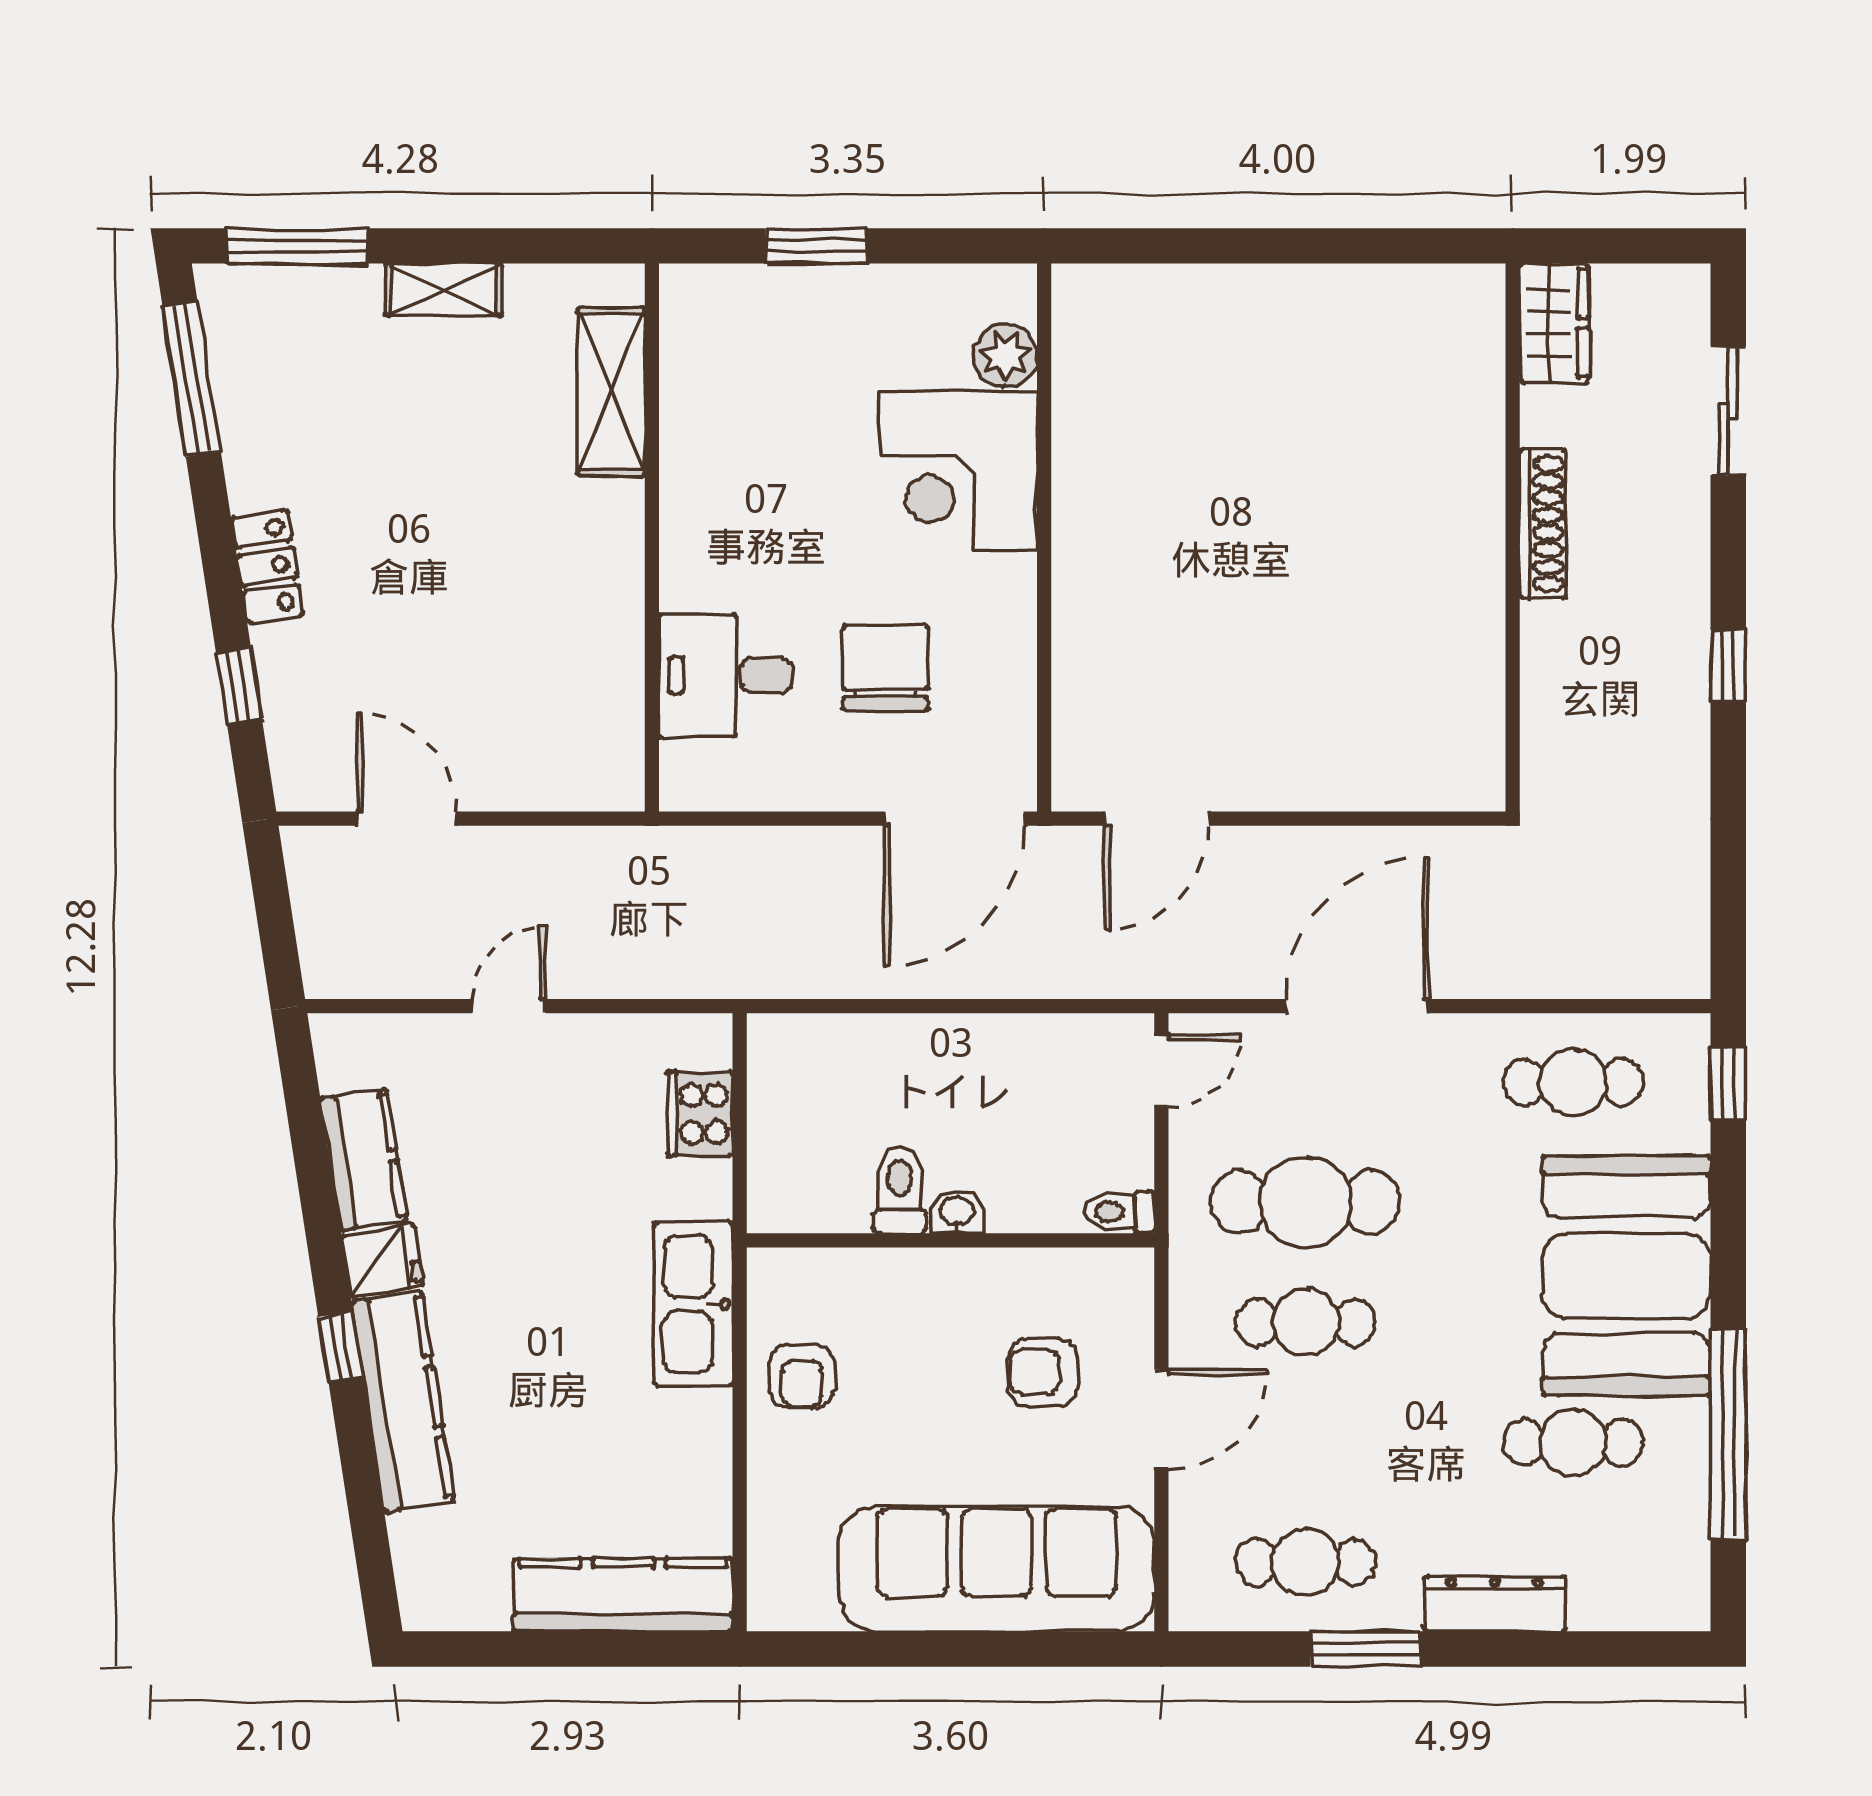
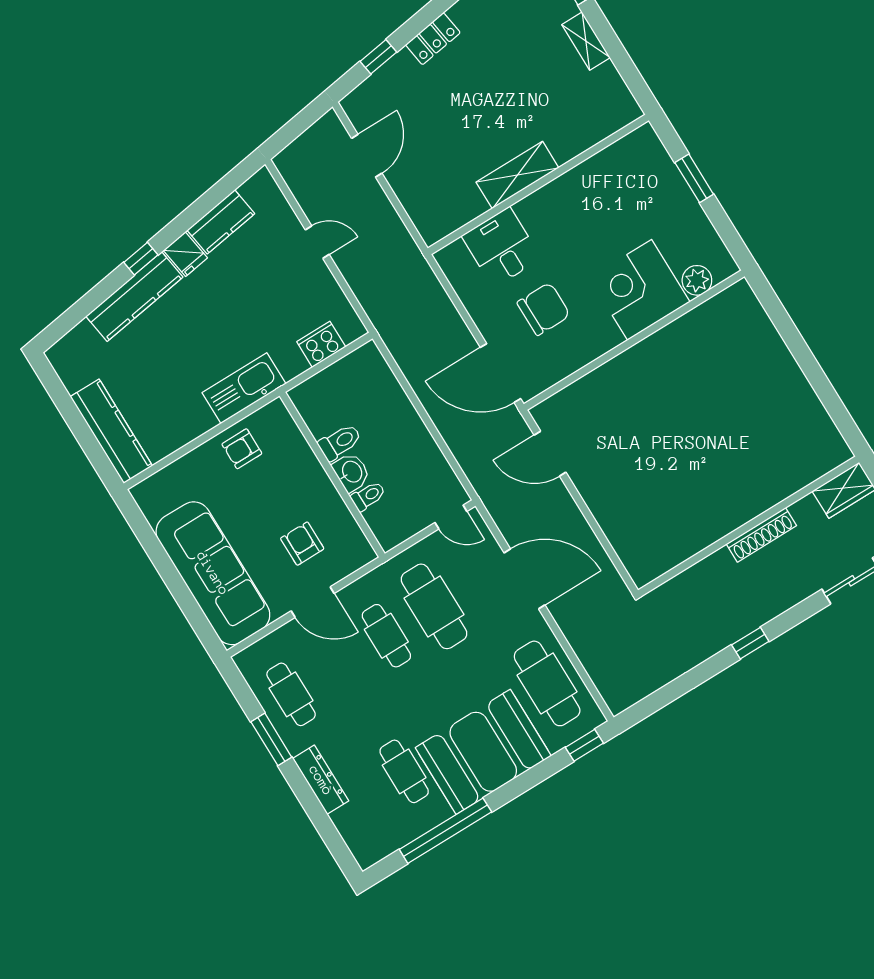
shelving: (611, 391) -> (517, 175), moved
cafe table: (1573, 1082) -> (547, 683), width x1.37, depth x1.35
washbasin: (957, 1212) -> (351, 472), width x1.38, depth x1.45
toilet: (1119, 1212) -> (368, 496), moved, turned 90

